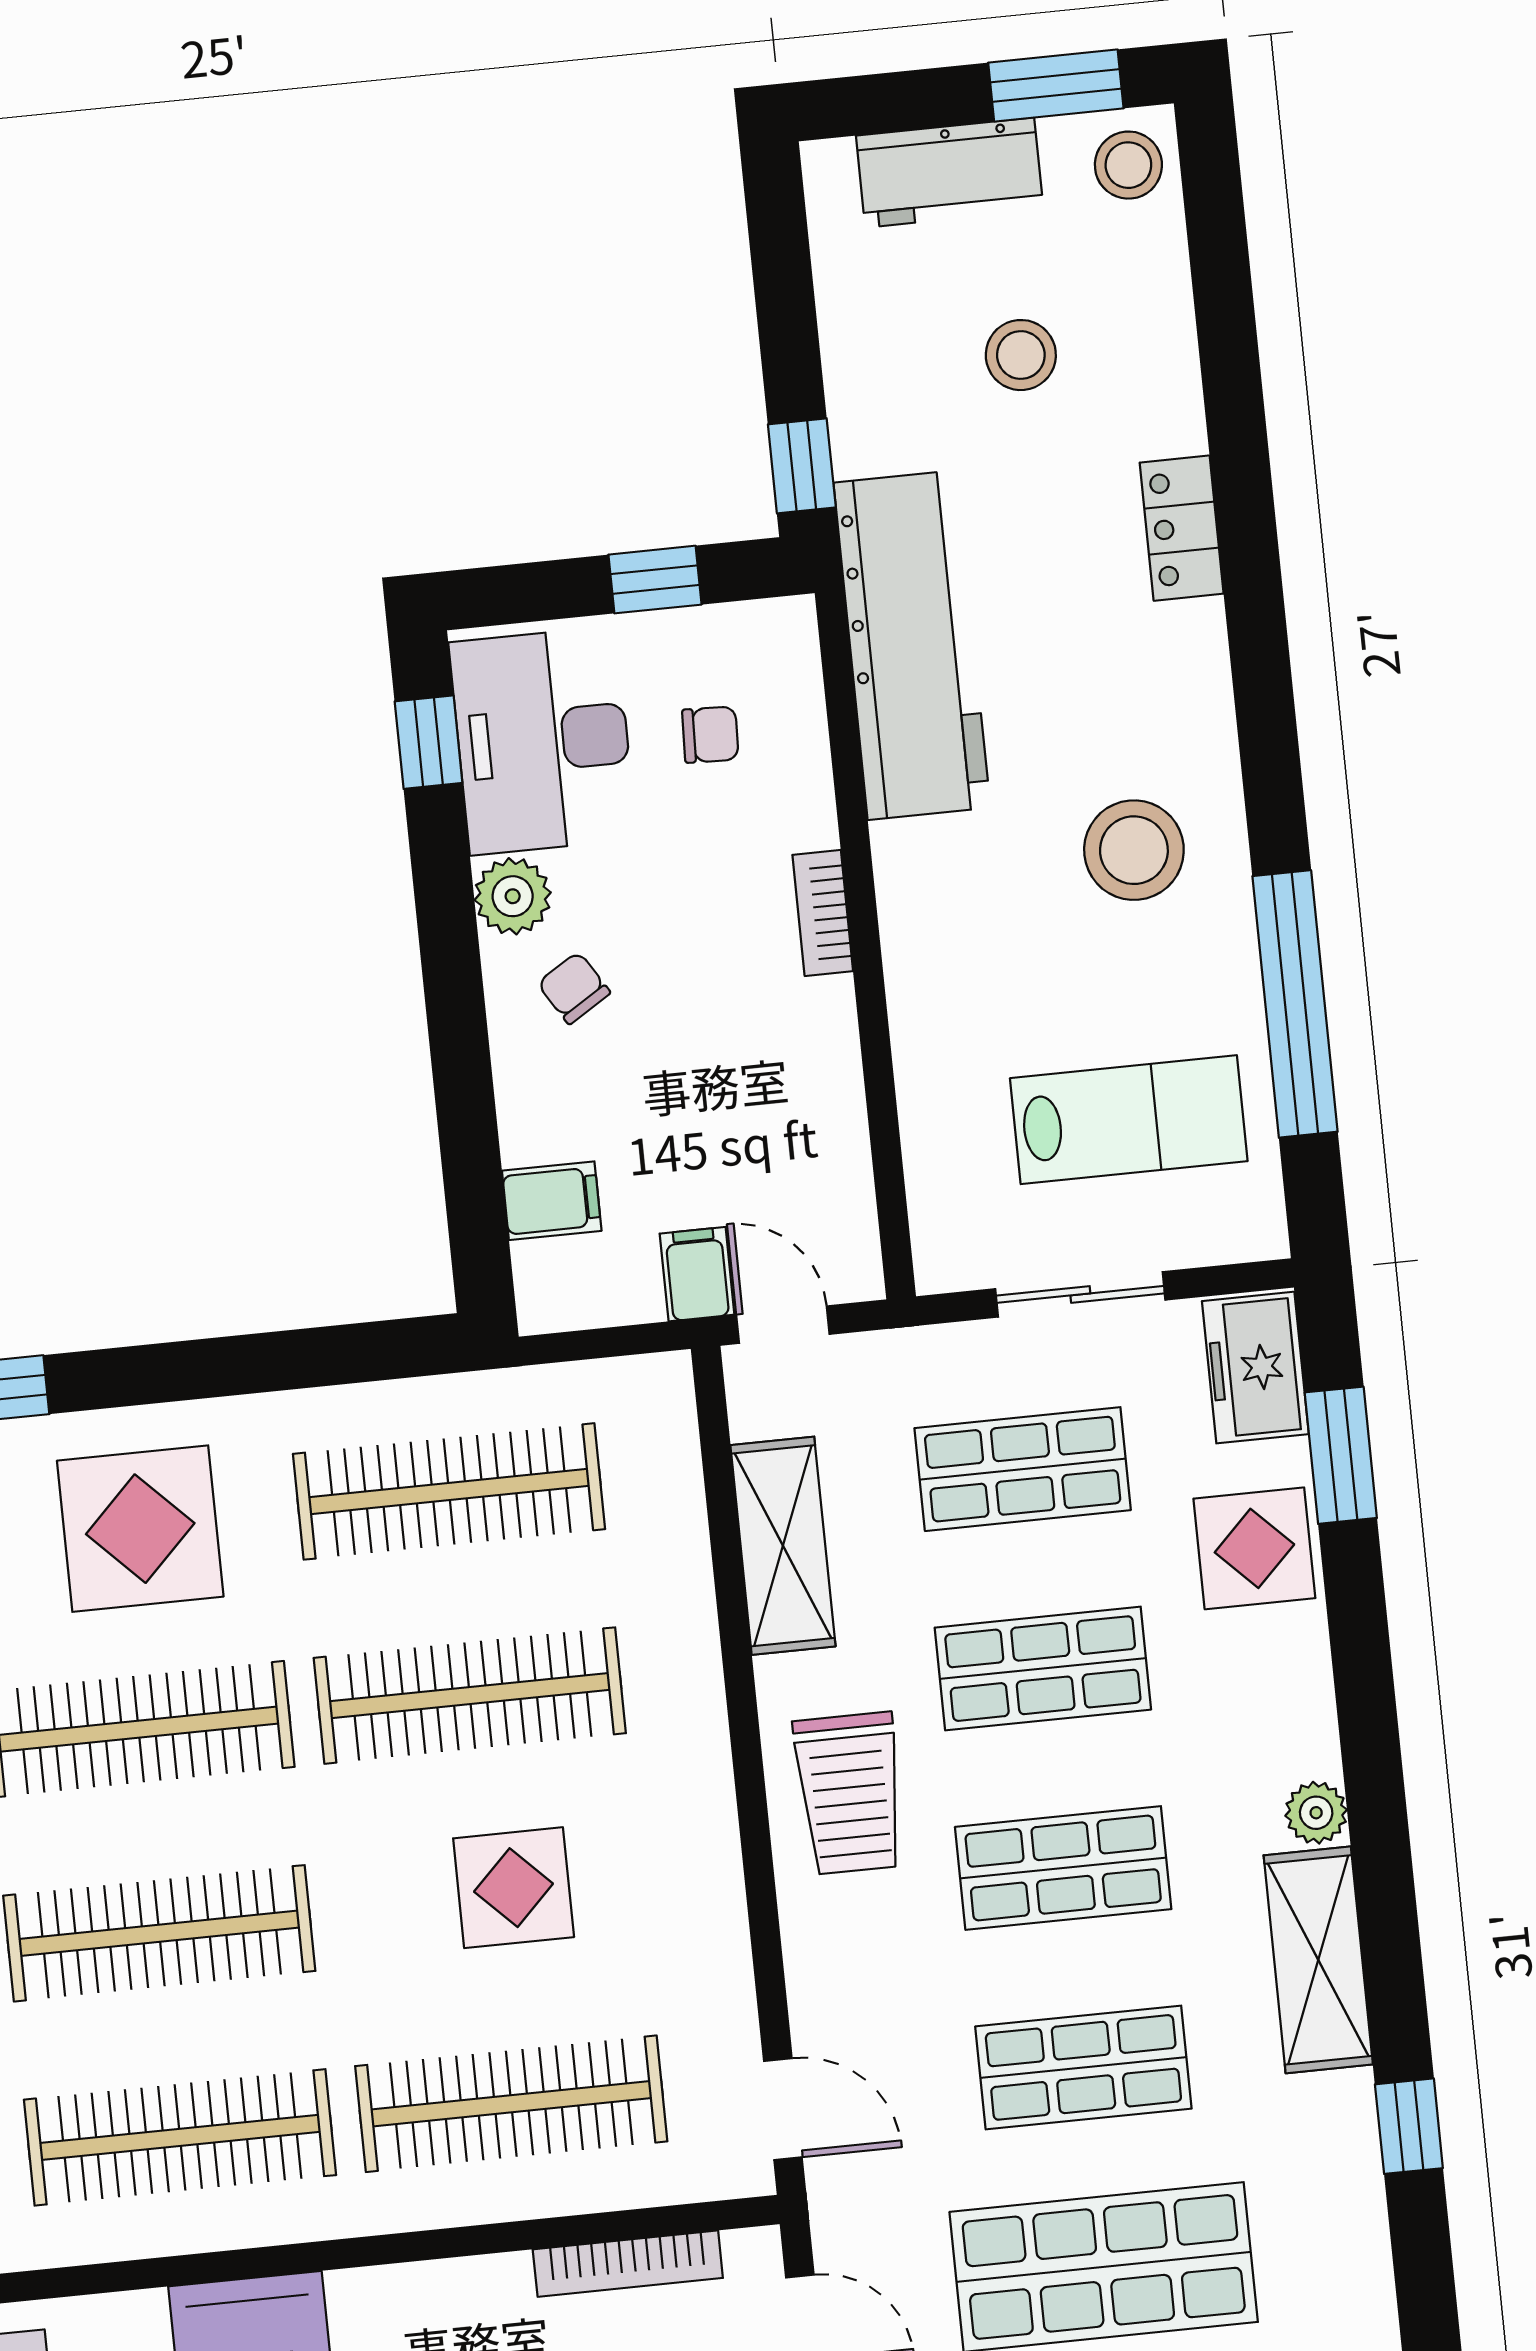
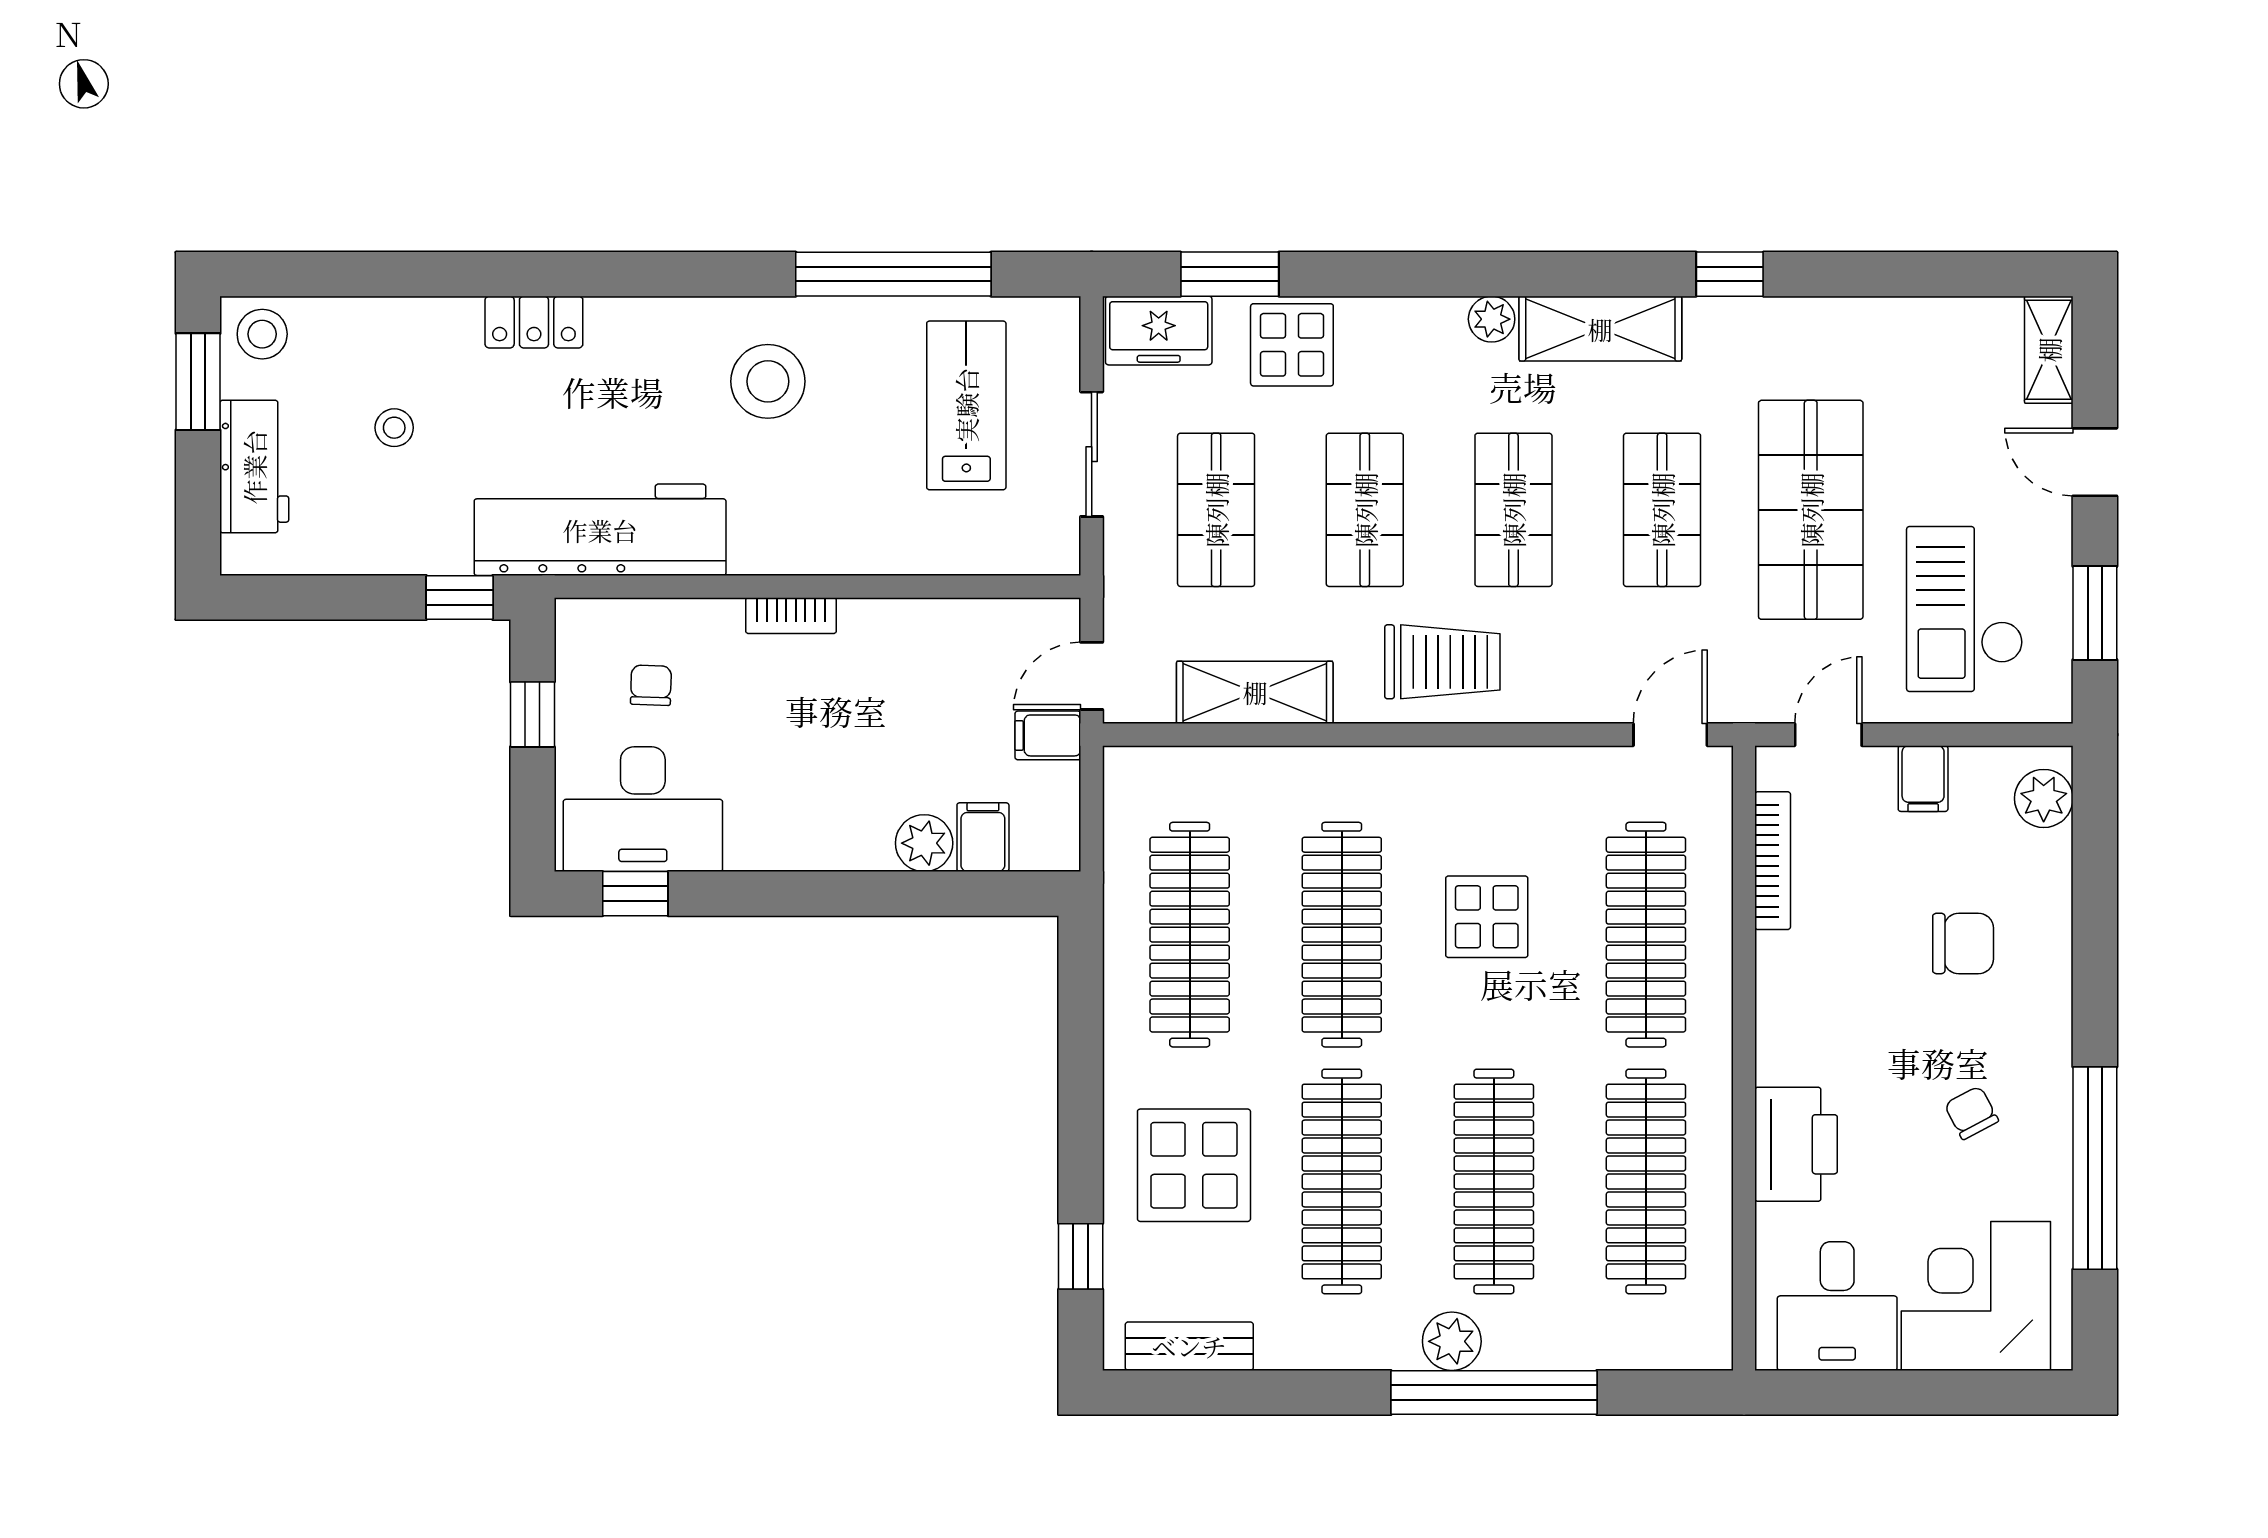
stool: (1021, 355) -> (394, 428), width x0.73, depth x0.73
plant: (513, 896) -> (924, 843), moved
chair: (574, 988) -> (828, 805), removed

